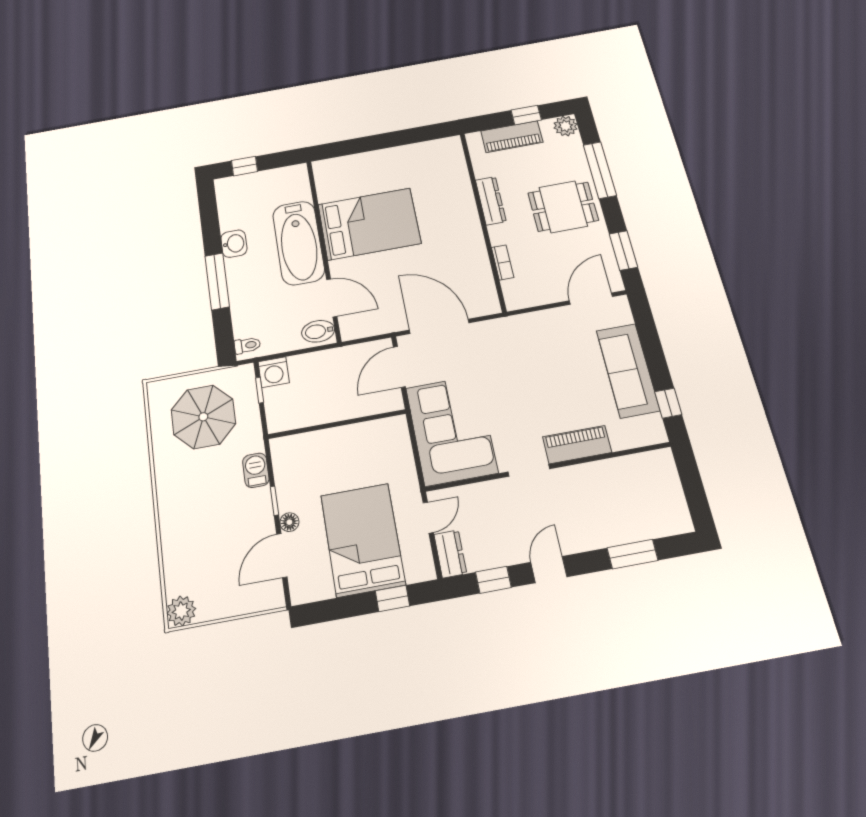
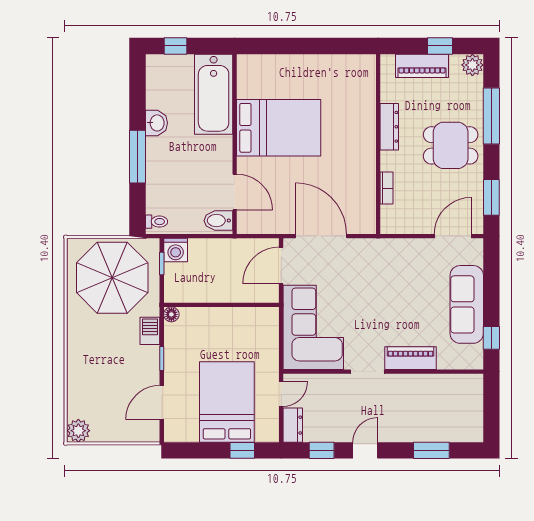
bathtub: (298, 243) -> (214, 94), moved
parasol: (203, 417) -> (112, 278), width x1.36, depth x1.36
floor lamp: (289, 522) -> (171, 314), moved

